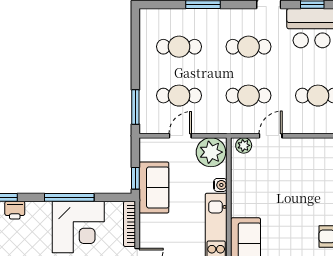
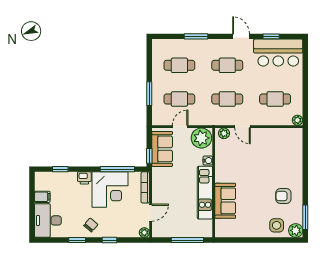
window: (135, 107) -> (149, 94), moved
door: (271, 136) -> (242, 127), swing flipped
sofa: (154, 188) -> (162, 149), moved
window: (69, 197) -> (117, 169), moved
printer: (15, 210) -> (84, 178), moved

